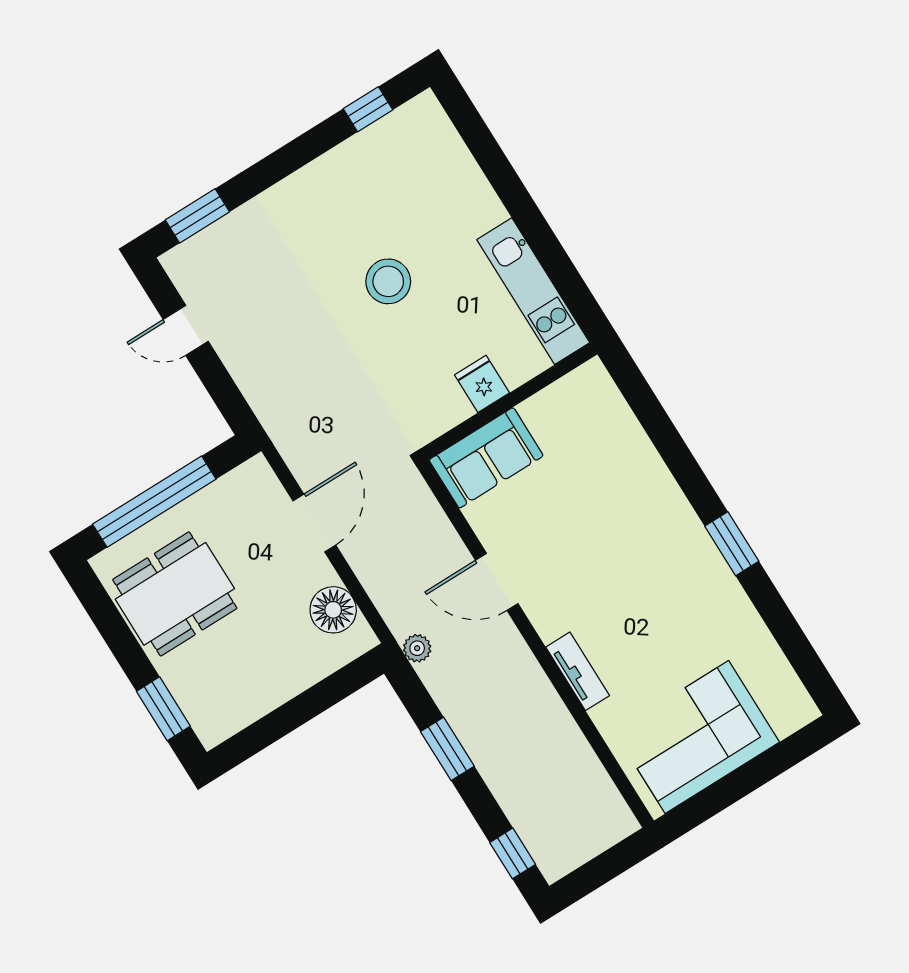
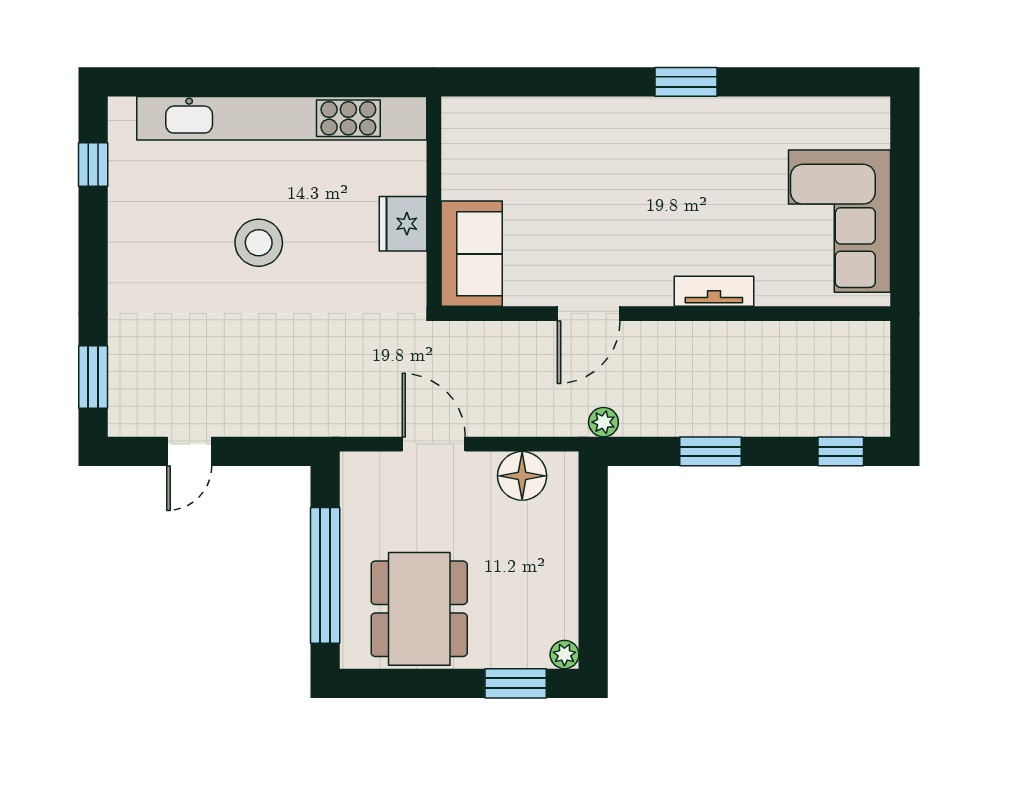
kitchen unit: (533, 291) -> (282, 118), width x1.86
fridge: (482, 384) -> (403, 224), width x1.38
plant: (211, 734) -> (564, 655), added

